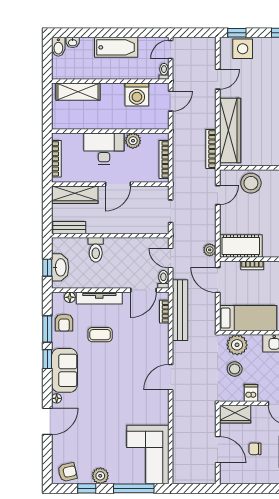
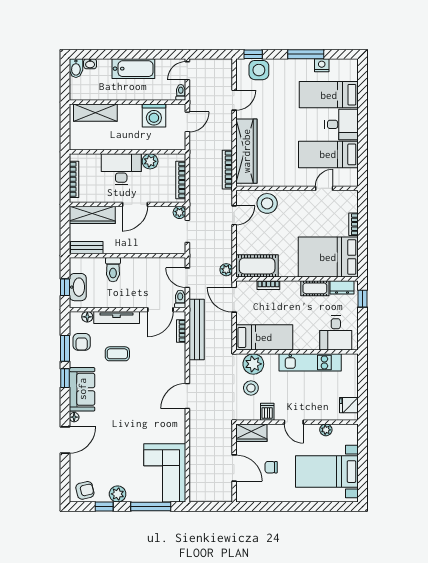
plant: (163, 192) -> (179, 212), added

